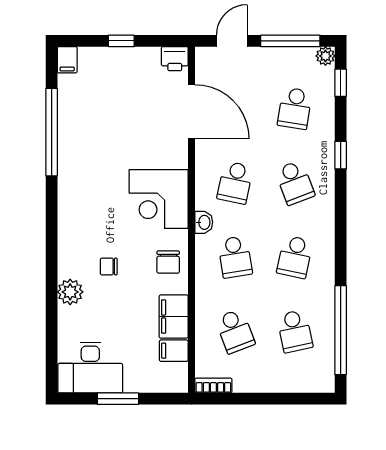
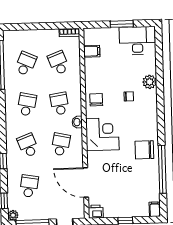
chair: (83, 168) -> (144, 150), added
filing cabinet: (174, 316) -> (92, 70), removed
school desk: (295, 331) -> (26, 64), turned 36

